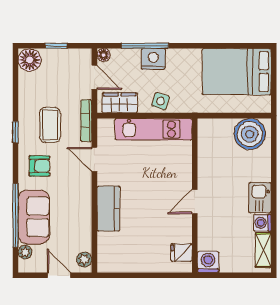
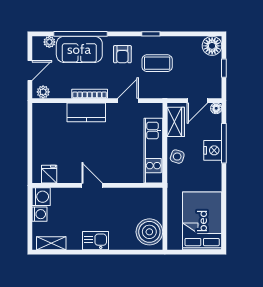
bookcase: (86, 121) -> (90, 94), moved
washing machine: (262, 223) -> (39, 214), moved, turned 90

